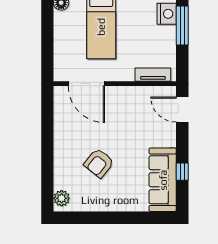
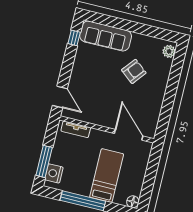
window: (182, 172) -> (74, 38), moved
sofa: (163, 180) -> (106, 36), moved, turned 90

